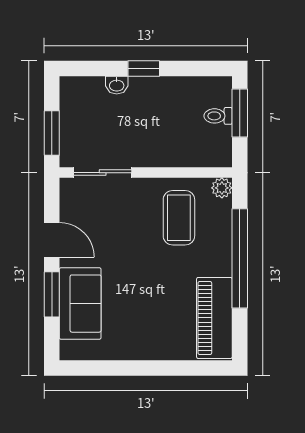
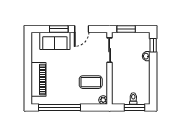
window: (144, 68) -> (153, 45), moved
window: (240, 258) -> (59, 107), moved
piano: (214, 318) -> (38, 79), moved, turned 90

